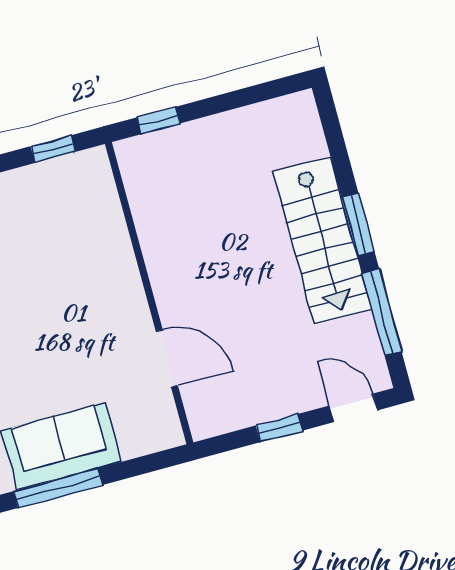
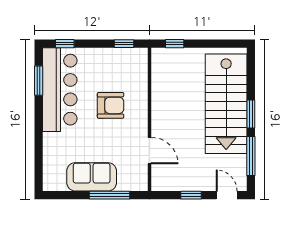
stairs: (322, 241) -> (226, 104), width x1.36, depth x1.51
armchair: (60, 286) -> (111, 105), added
window: (58, 488) -> (110, 195), moved

